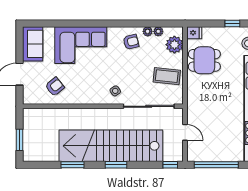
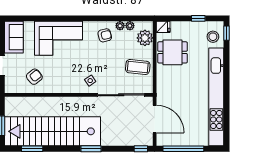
door: (185, 132) -> (155, 119), width x1.88
stairs: (111, 146) -> (52, 131), moved
window: (73, 165) -> (32, 149), moved

